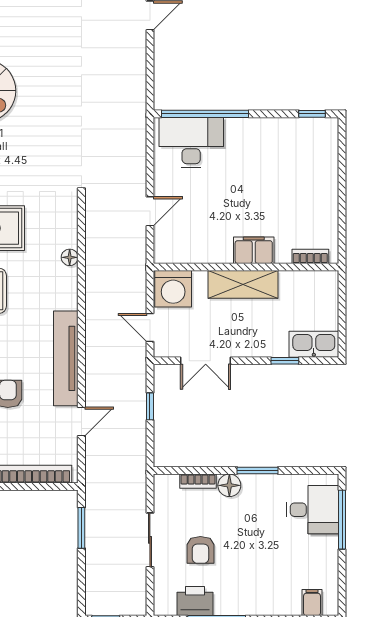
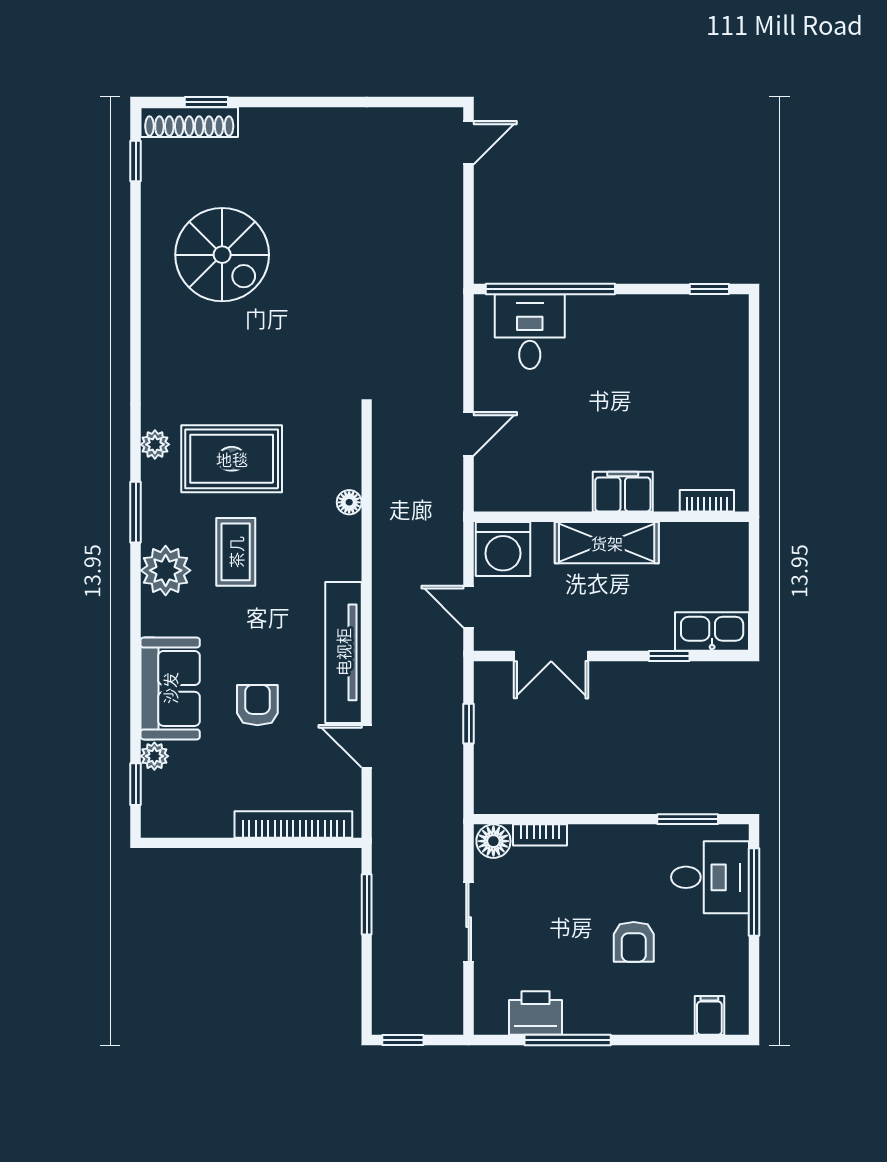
desk: (191, 143) -> (530, 332), width x0.73
door: (81, 422) -> (367, 746), swing flipped
window: (258, 471) -> (688, 819), moved
floor lamp: (229, 485) -> (493, 841), moved
armchair: (200, 550) -> (634, 942), moved

